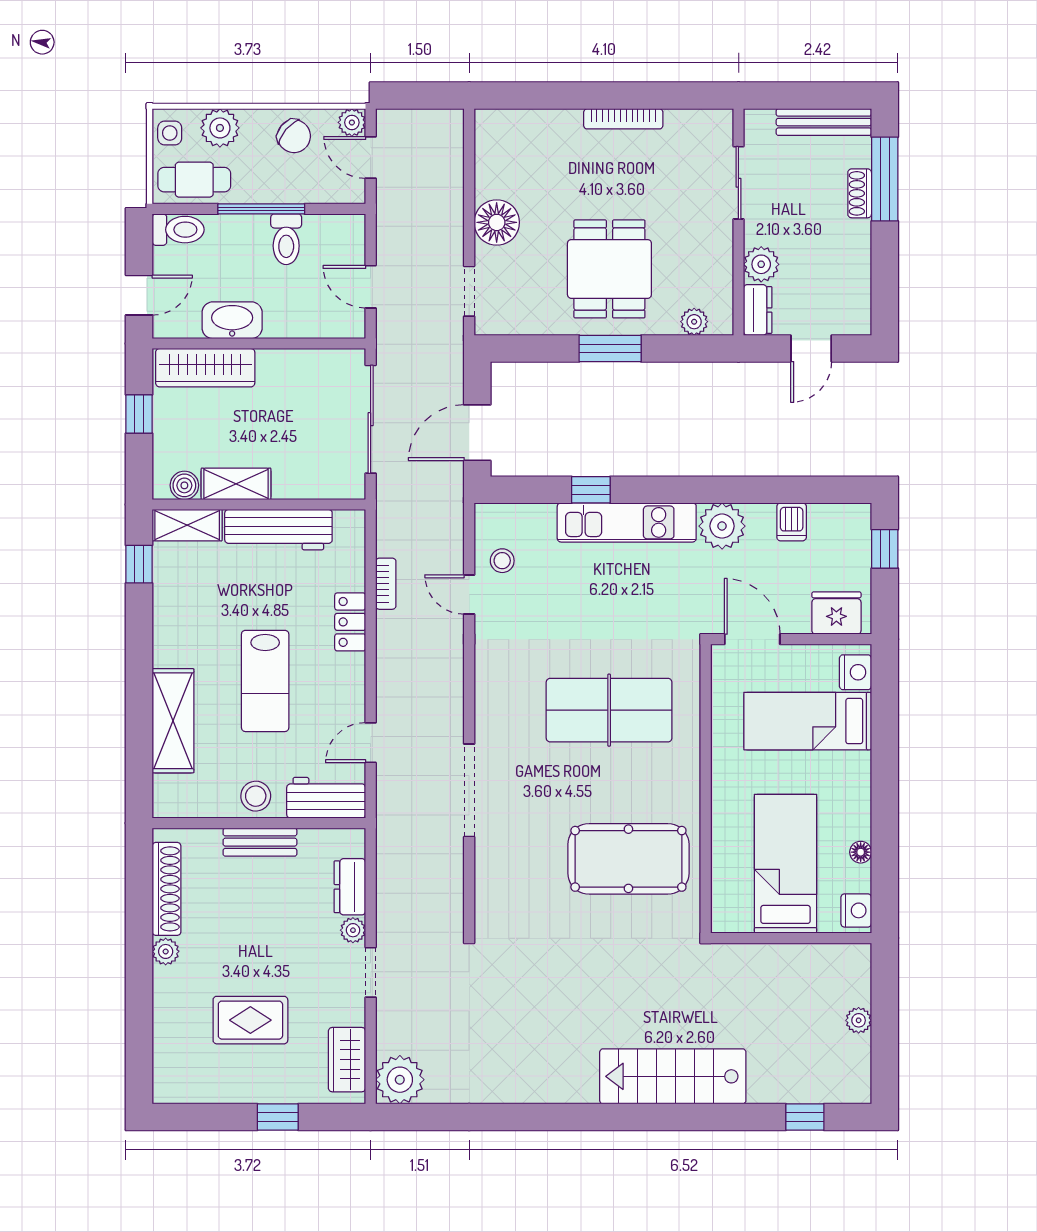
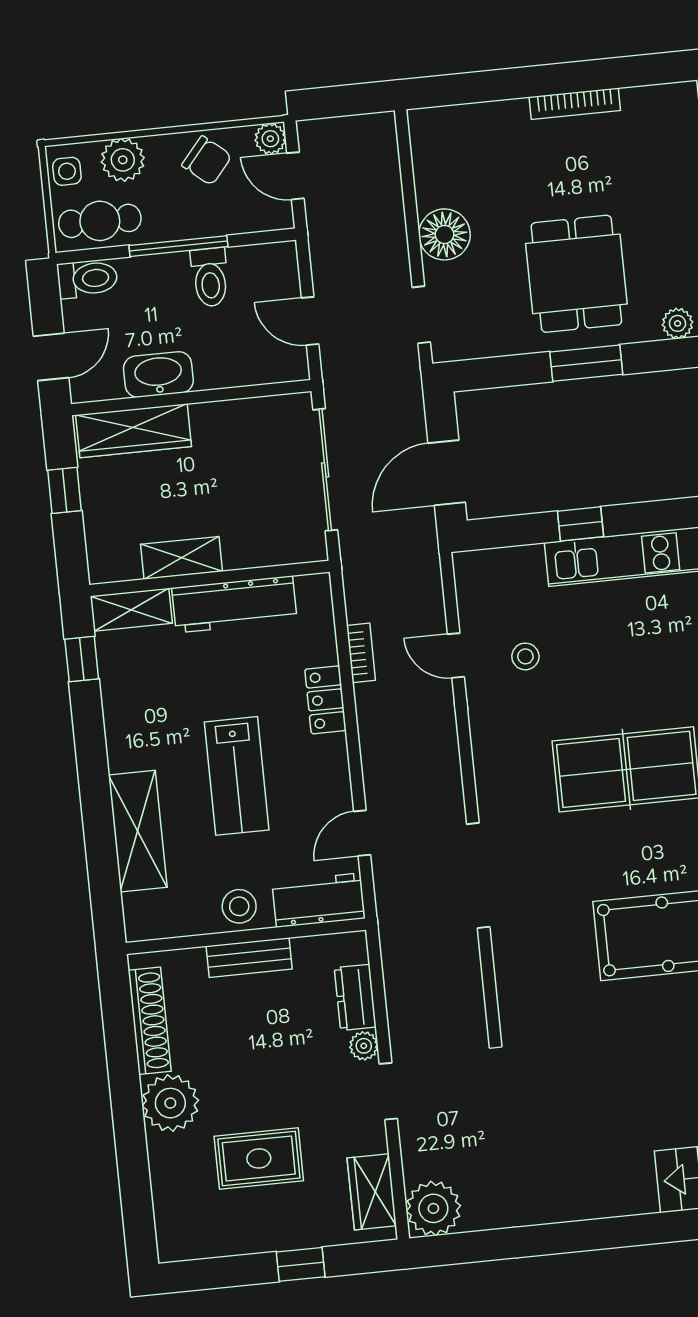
boiler: (184, 485) -> (124, 565), removed
stool: (502, 561) -> (525, 656), moved
plant: (166, 951) -> (170, 1103), width x1.88, depth x1.88

